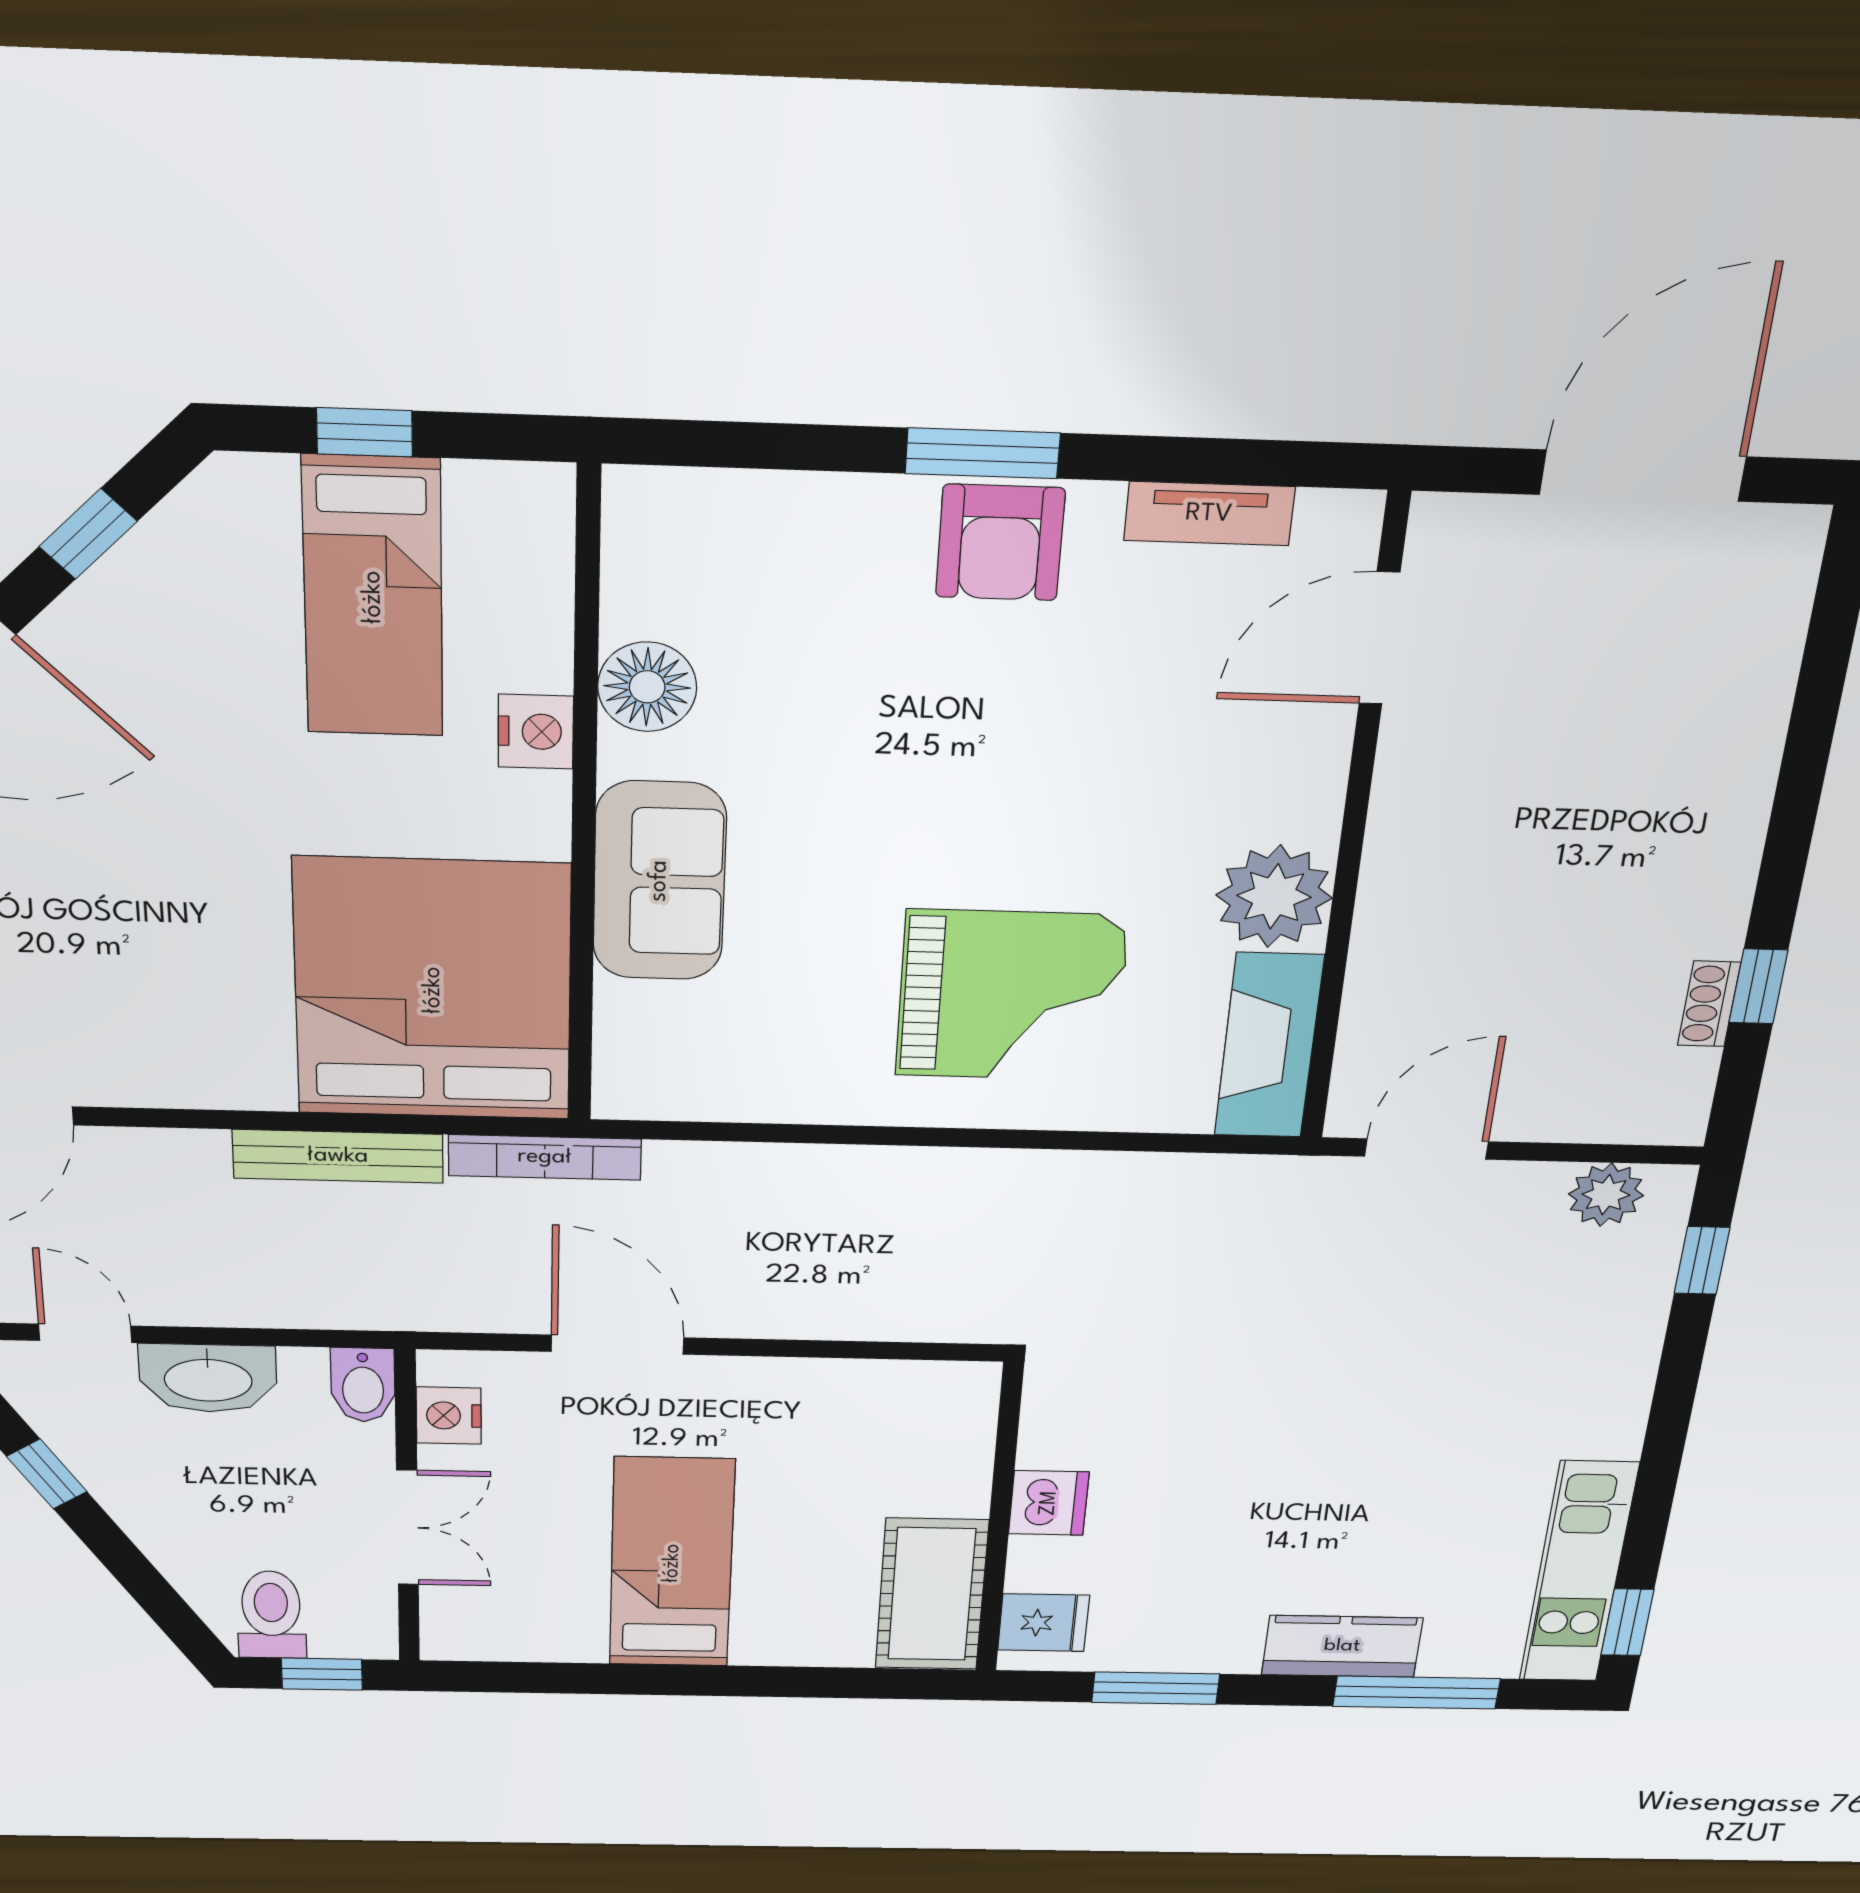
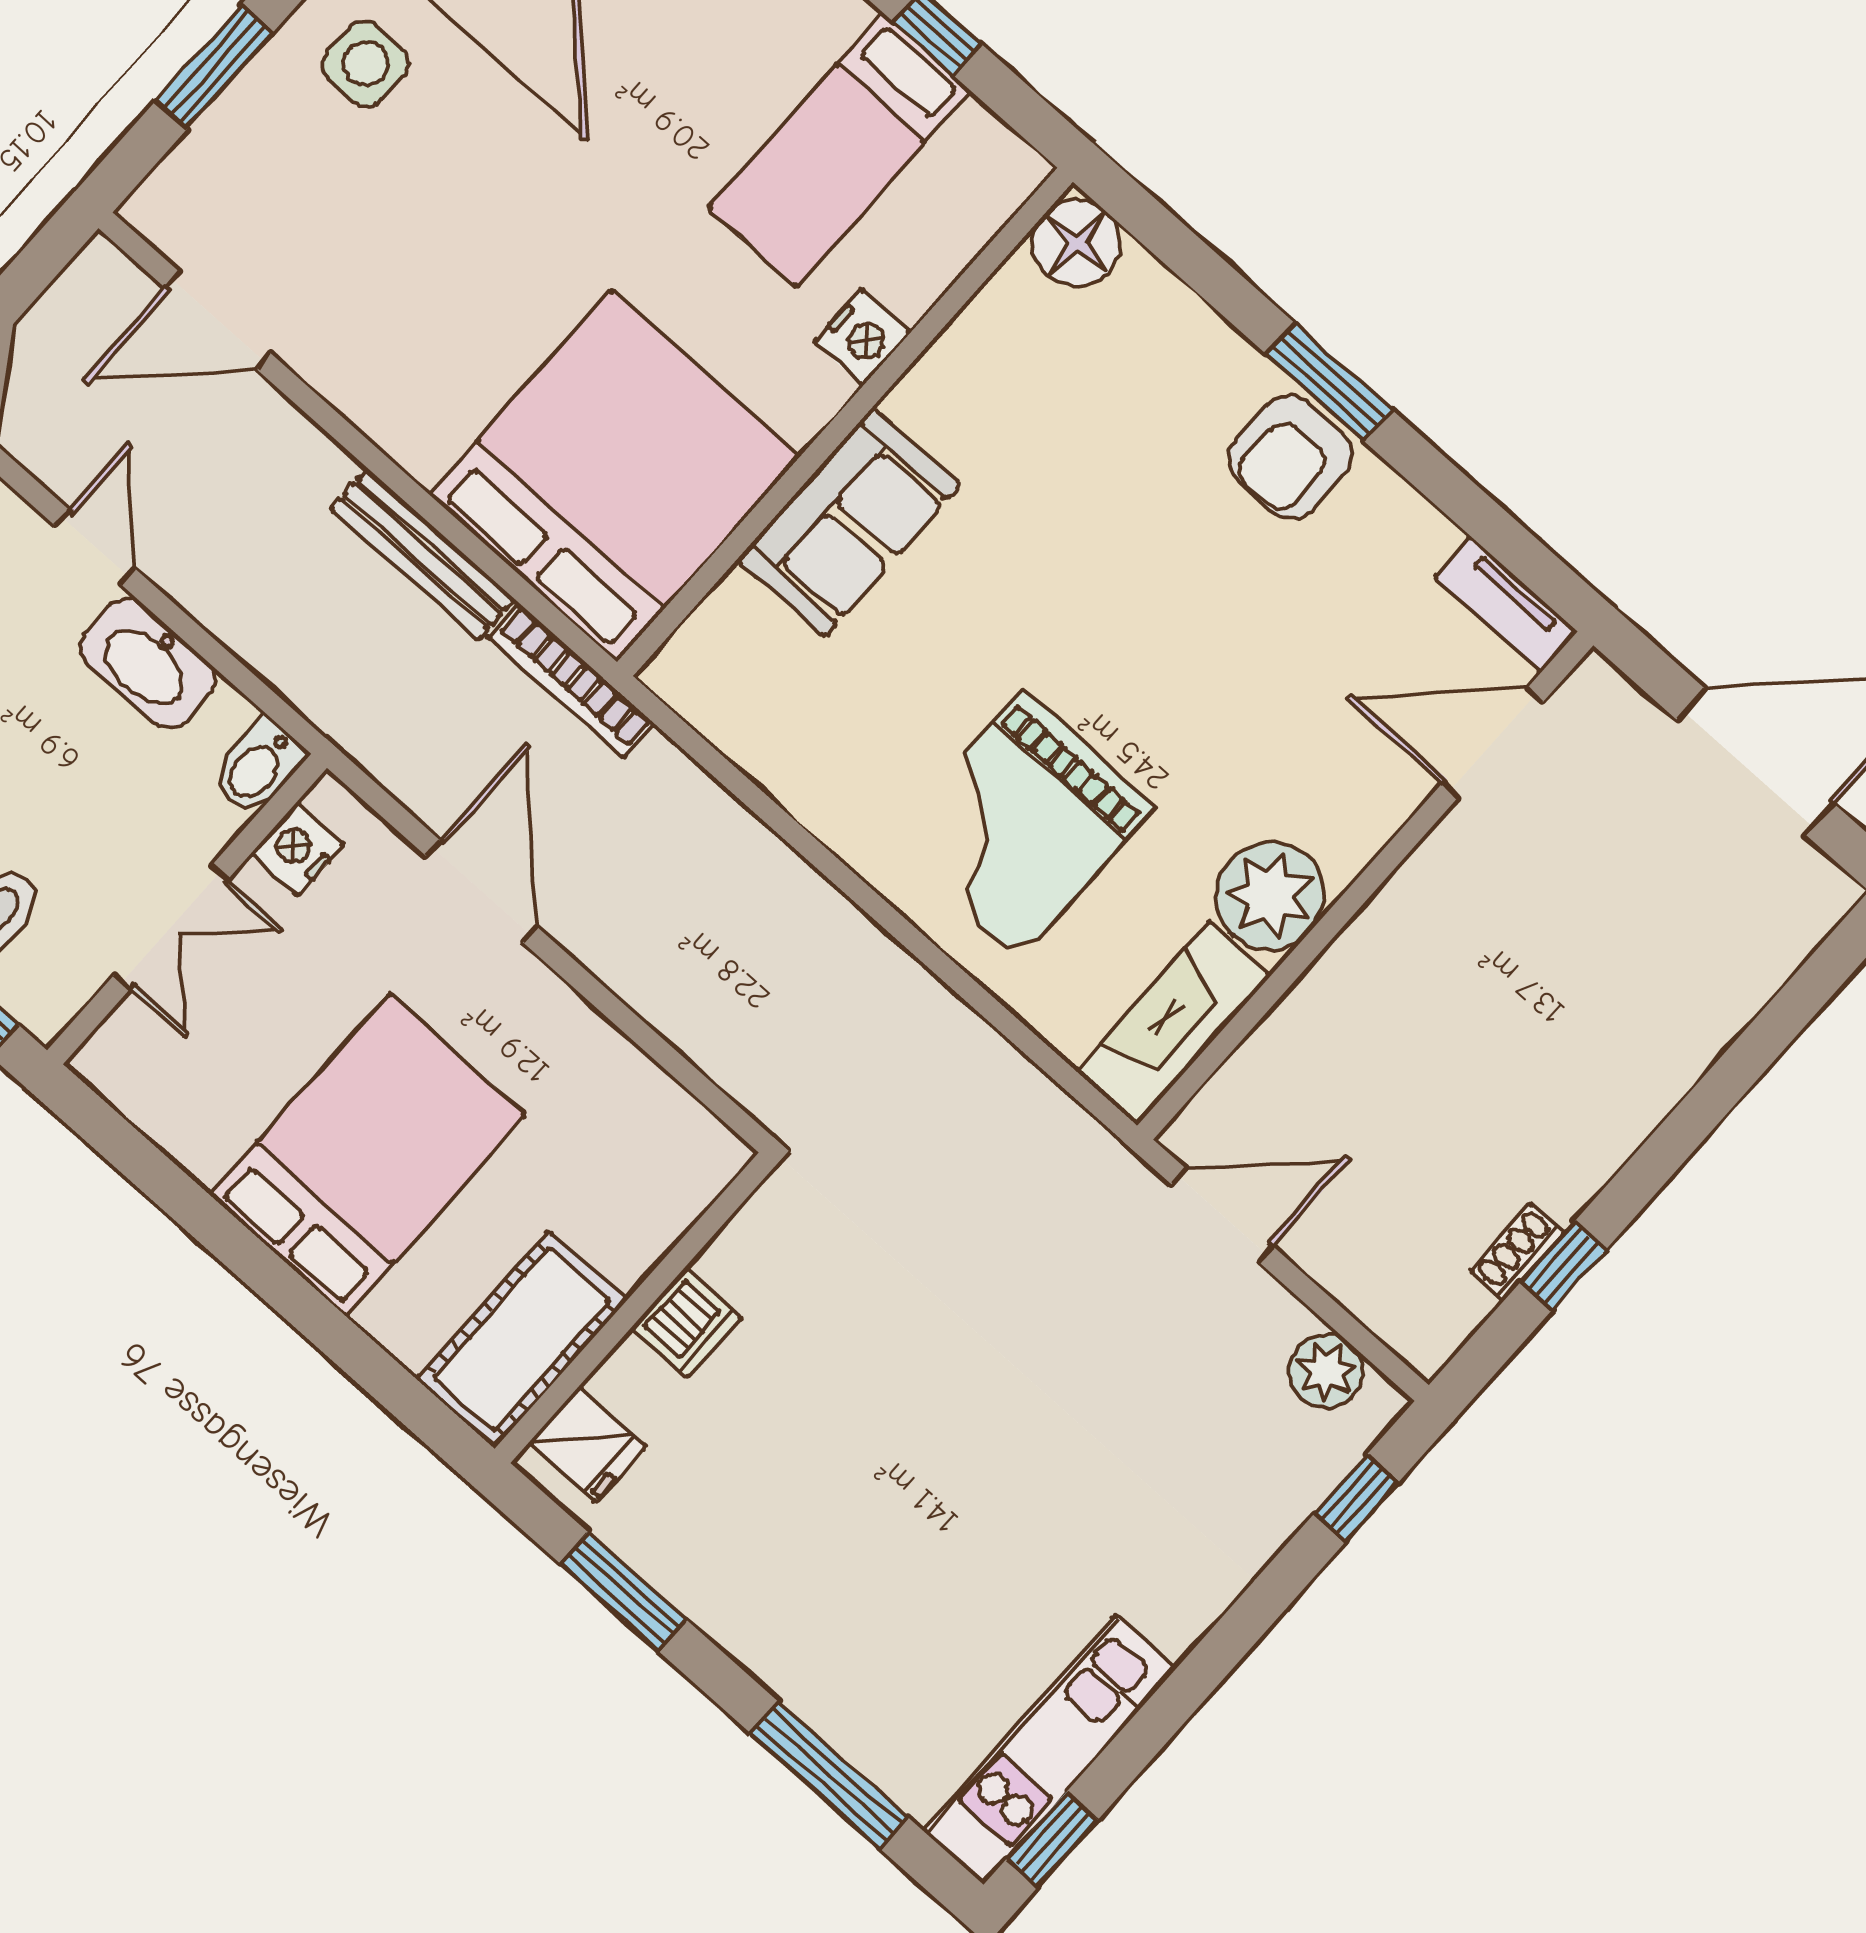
tv unit: (1209, 514) -> (1506, 604), moved
floor lamp: (647, 687) -> (1077, 243), moved
grand piano: (1011, 996) -> (1021, 824), turned 90
bed: (672, 1563) -> (368, 1155), width x1.50
kitchen counter: (1342, 1646) -> (806, 1672), removed

